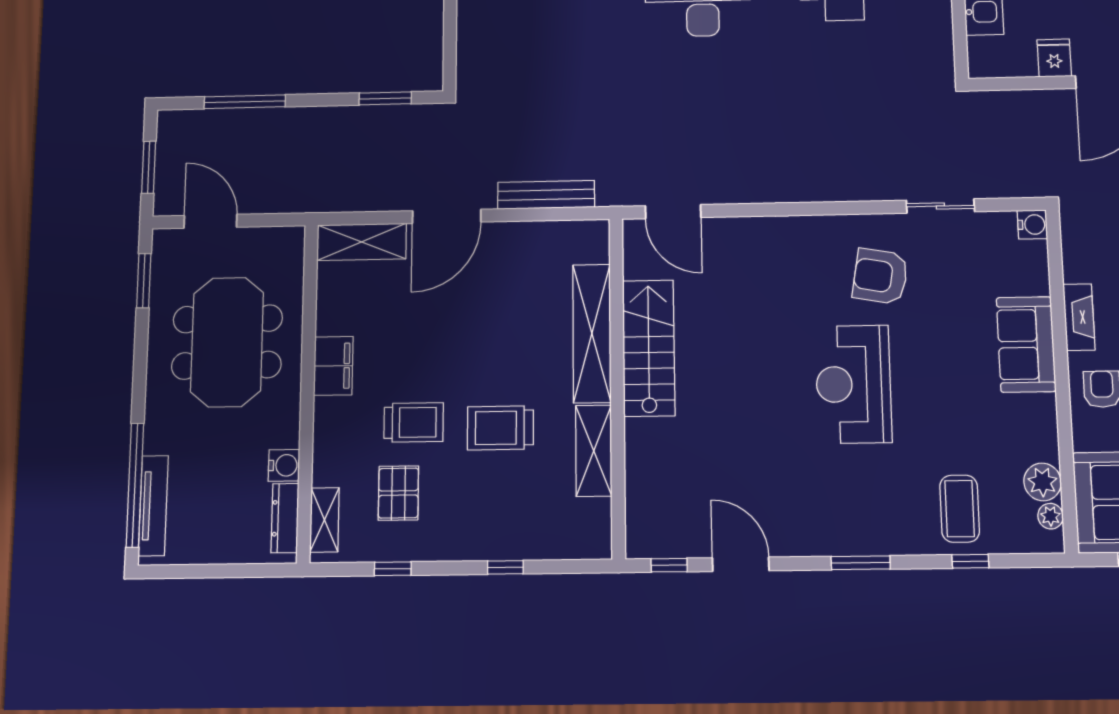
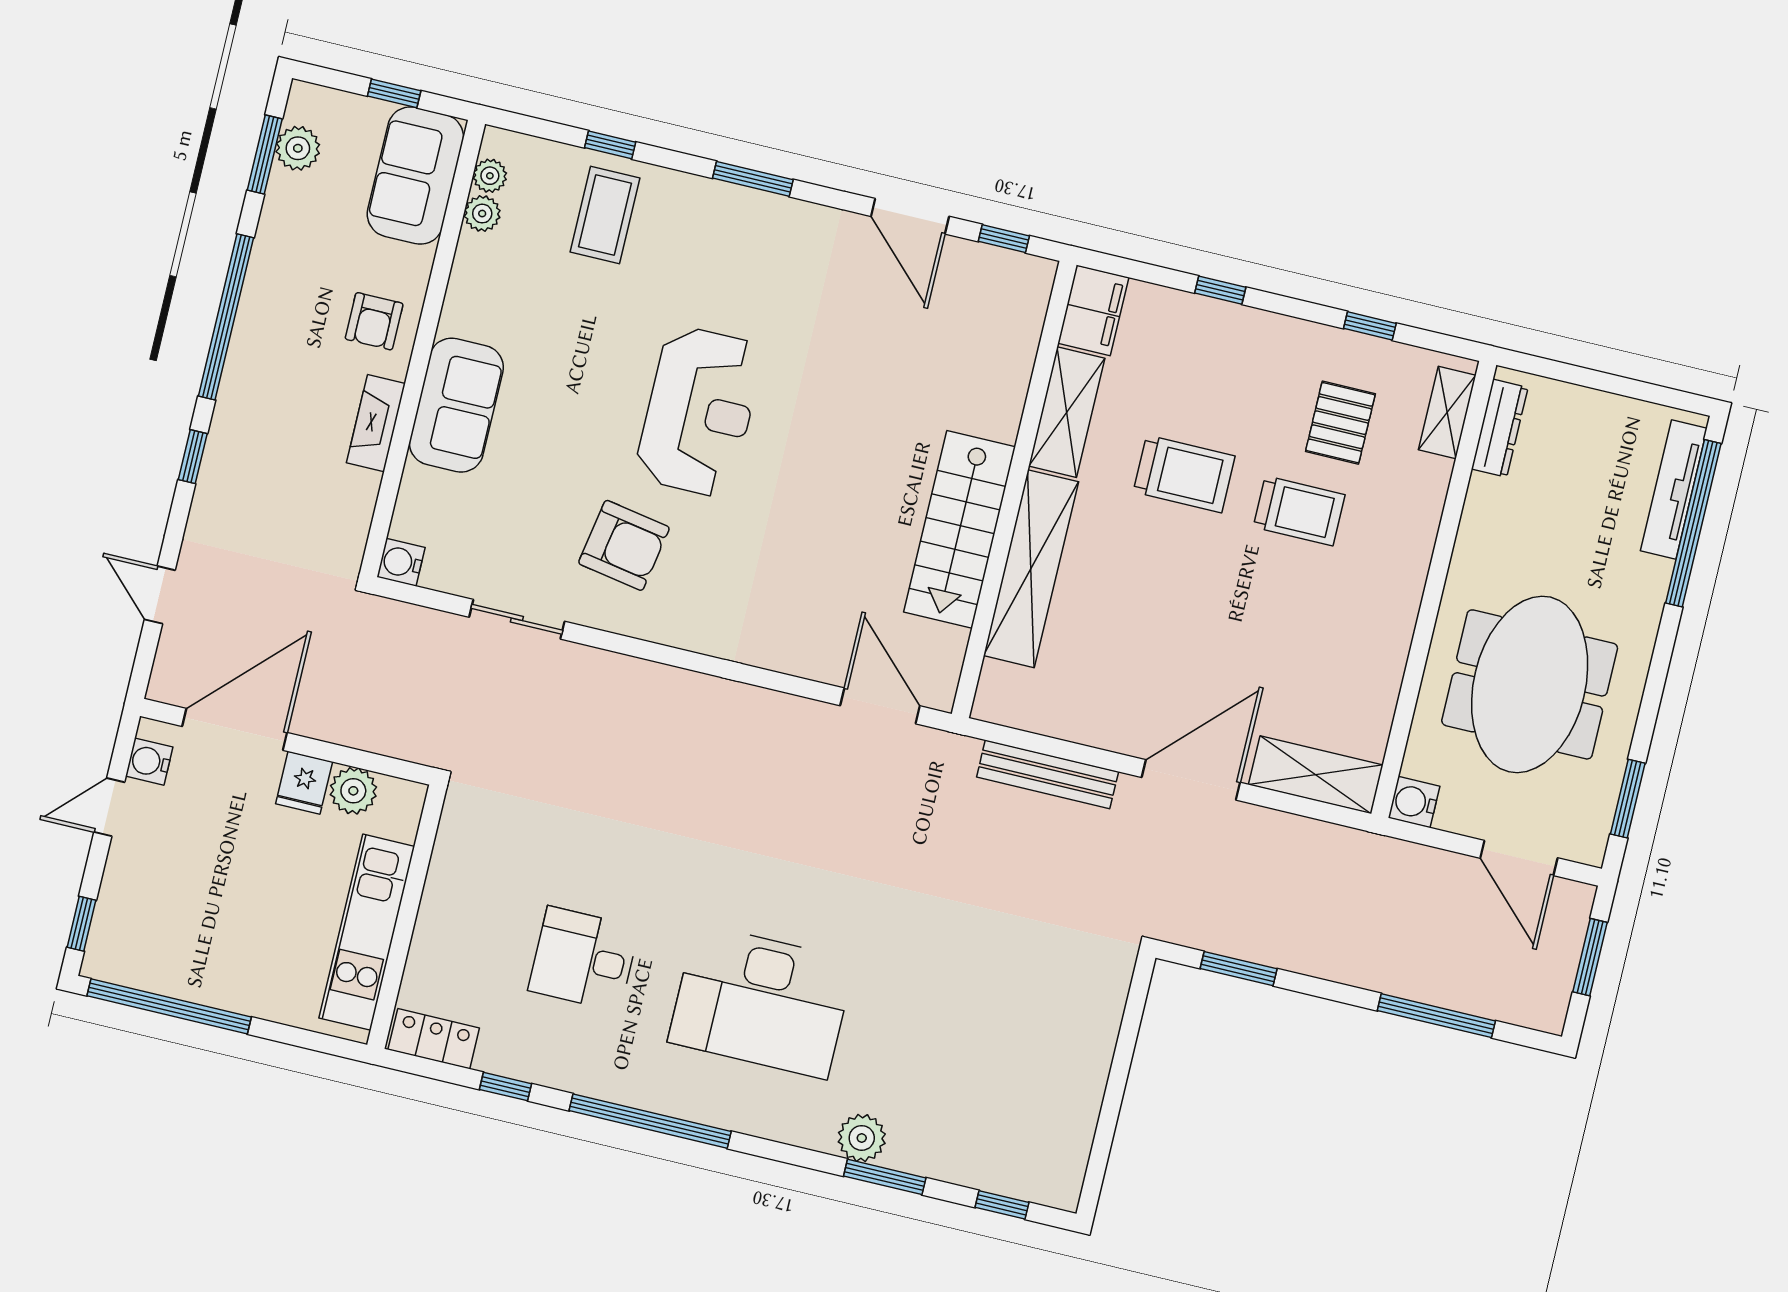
plant: (1019, 61) -> (353, 791), added
filing cabinet: (333, 366) -> (1093, 310), moved, turned 180
trolley: (414, 422) -> (1299, 511), turned 180
water cooler: (284, 465) -> (1414, 802), moved
plant: (1043, 482) -> (482, 214), width x0.73, depth x0.73

